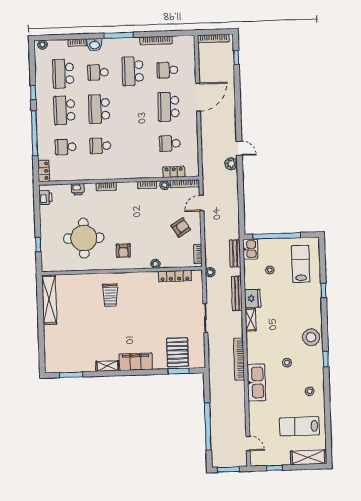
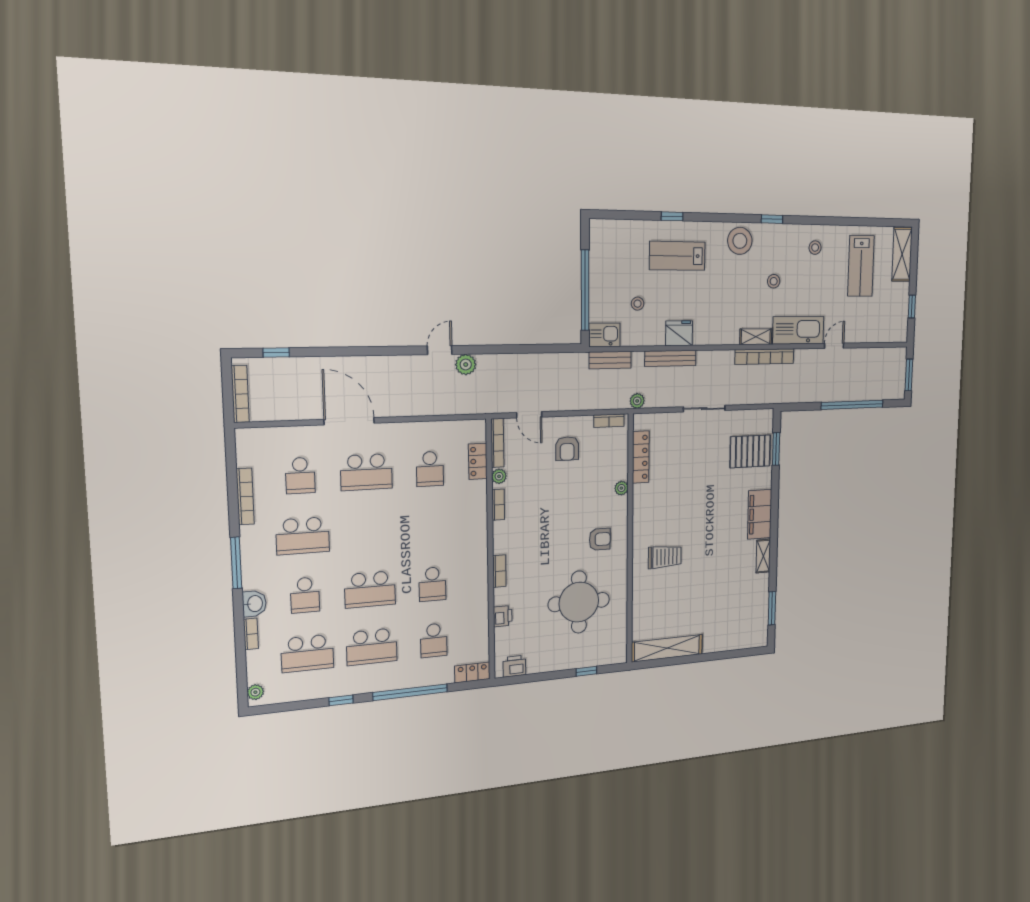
armchair: (181, 227) -> (567, 449), turned -148
lab bench: (301, 264) -> (677, 256), moved
shelving: (250, 320) -> (756, 337), moved
door: (248, 444) -> (834, 346), moved

